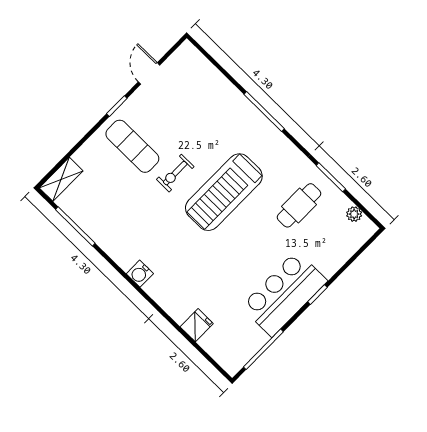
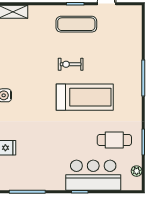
exercise mat: (132, 146) -> (76, 24), moved, turned 90
treadmill: (224, 192) -> (85, 97), turned 180
bar counter: (284, 294) -> (93, 175), moved

